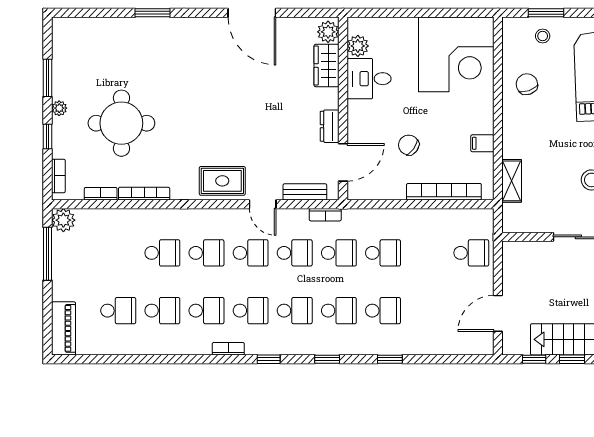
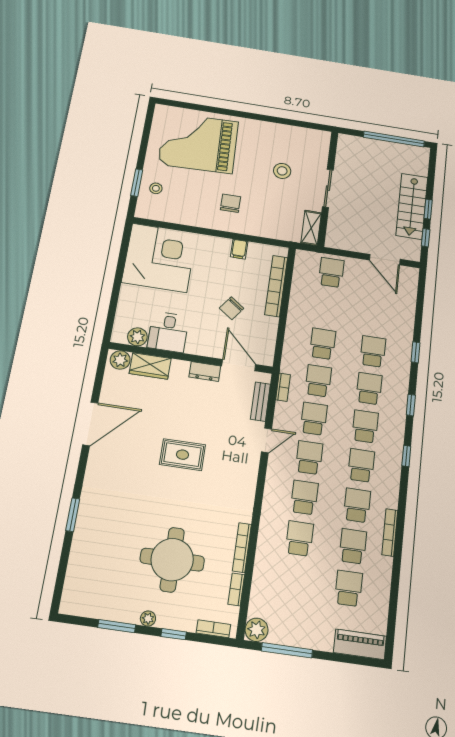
chair: (527, 84) -> (231, 203), moved, turned 109
rug: (222, 181) -> (183, 455), moved, turned 90
shelving: (512, 181) -> (311, 228), moved, turned 90
bookcase: (228, 349) -> (390, 532), moved, width x1.56

